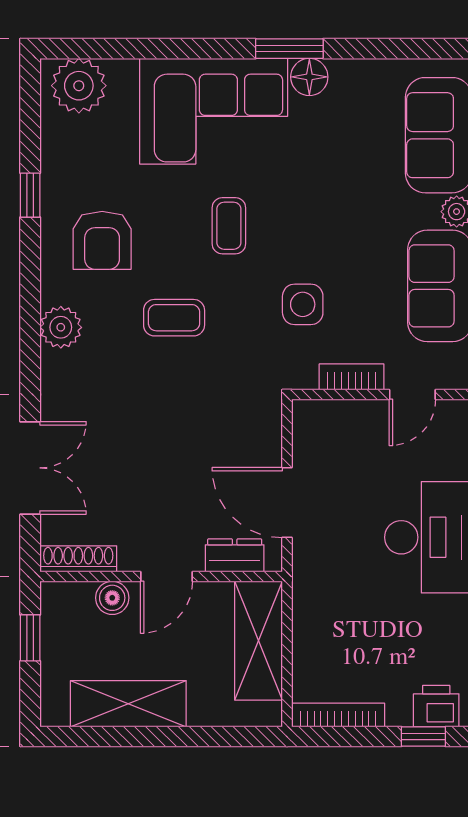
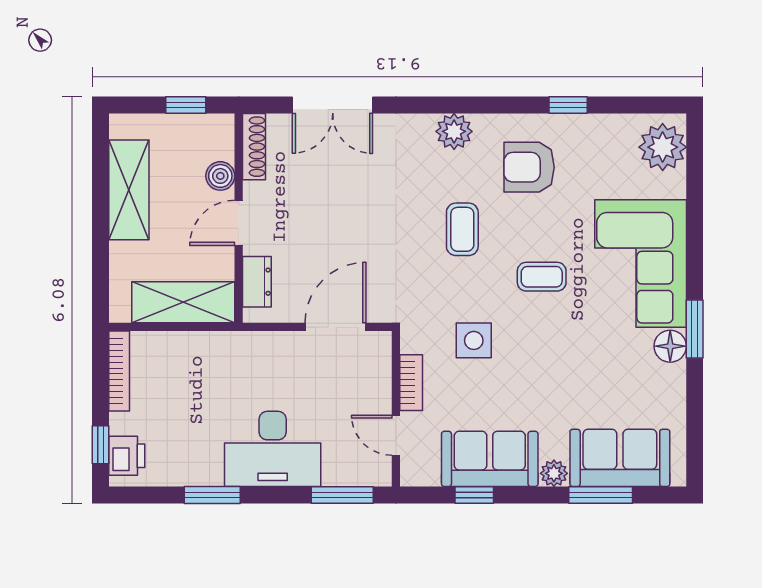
door: (287, 503) -> (335, 327), moved
door: (167, 577) -> (239, 223), hinge flipped

